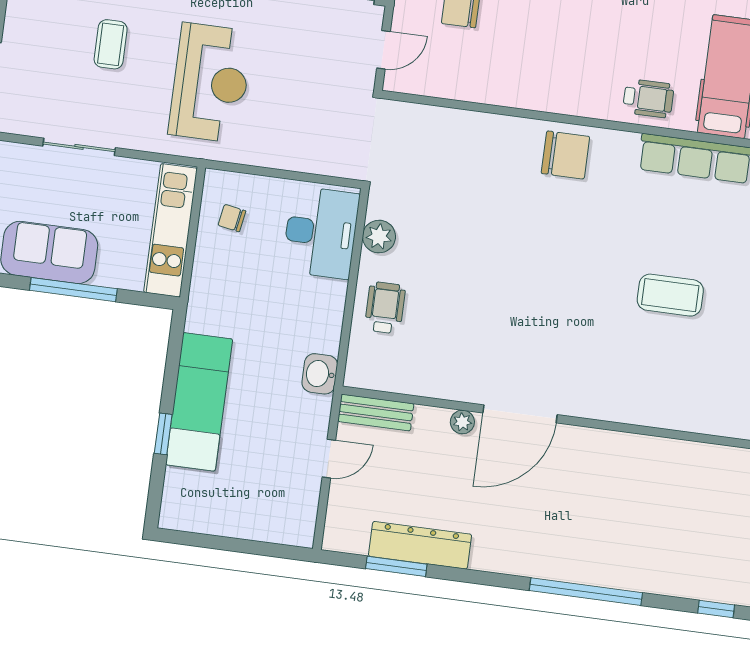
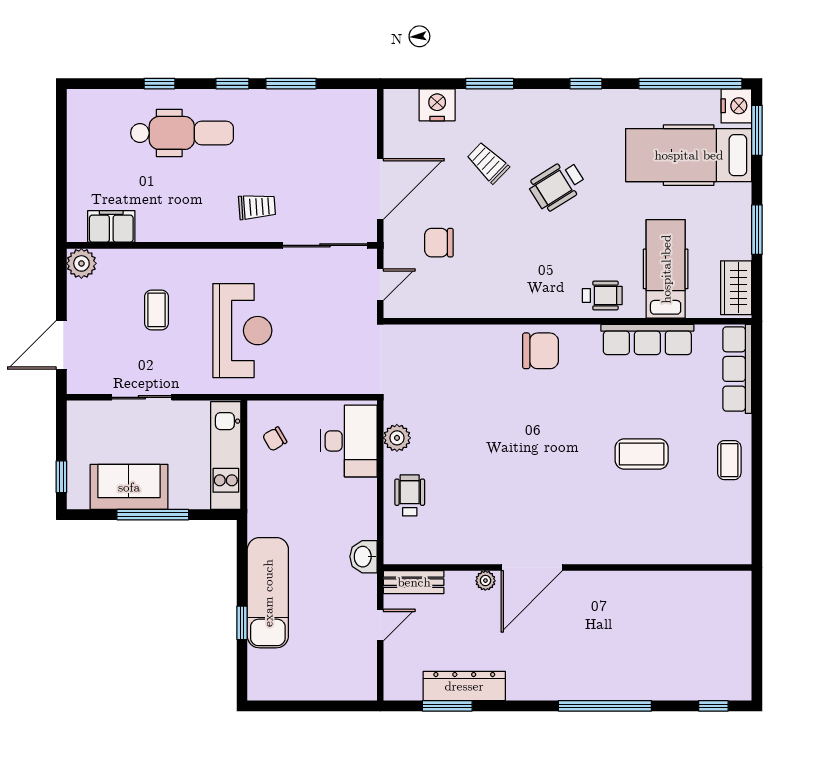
chair: (232, 218) -> (275, 439), turned -40

